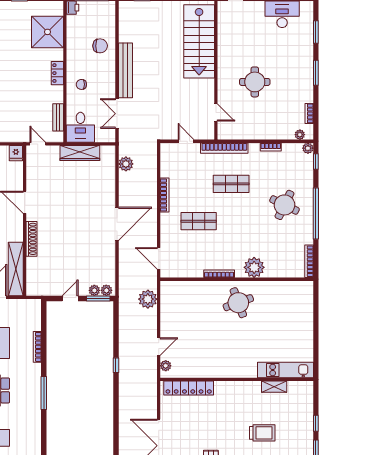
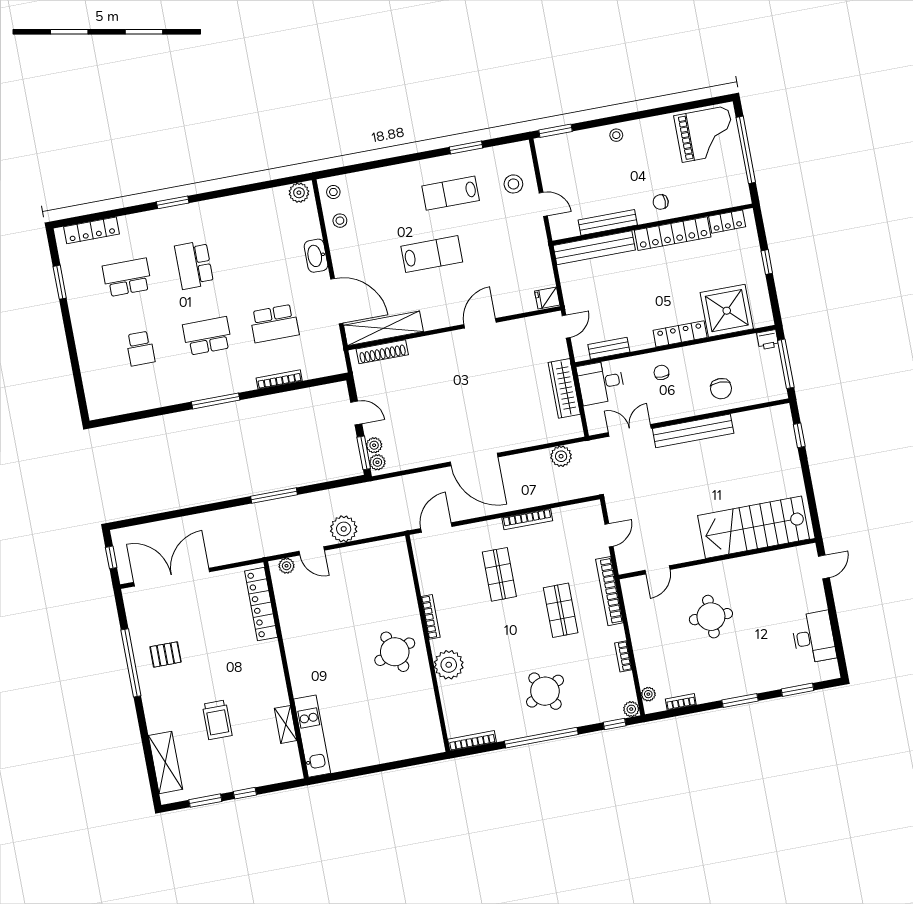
locker: (57, 73) -> (680, 334), width x1.53
round table: (284, 205) -> (545, 691), turned 35
shoe rack: (32, 239) -> (382, 352), moved
plant: (148, 299) -> (344, 529), moved
window: (116, 365) -> (274, 495), width x2.17

